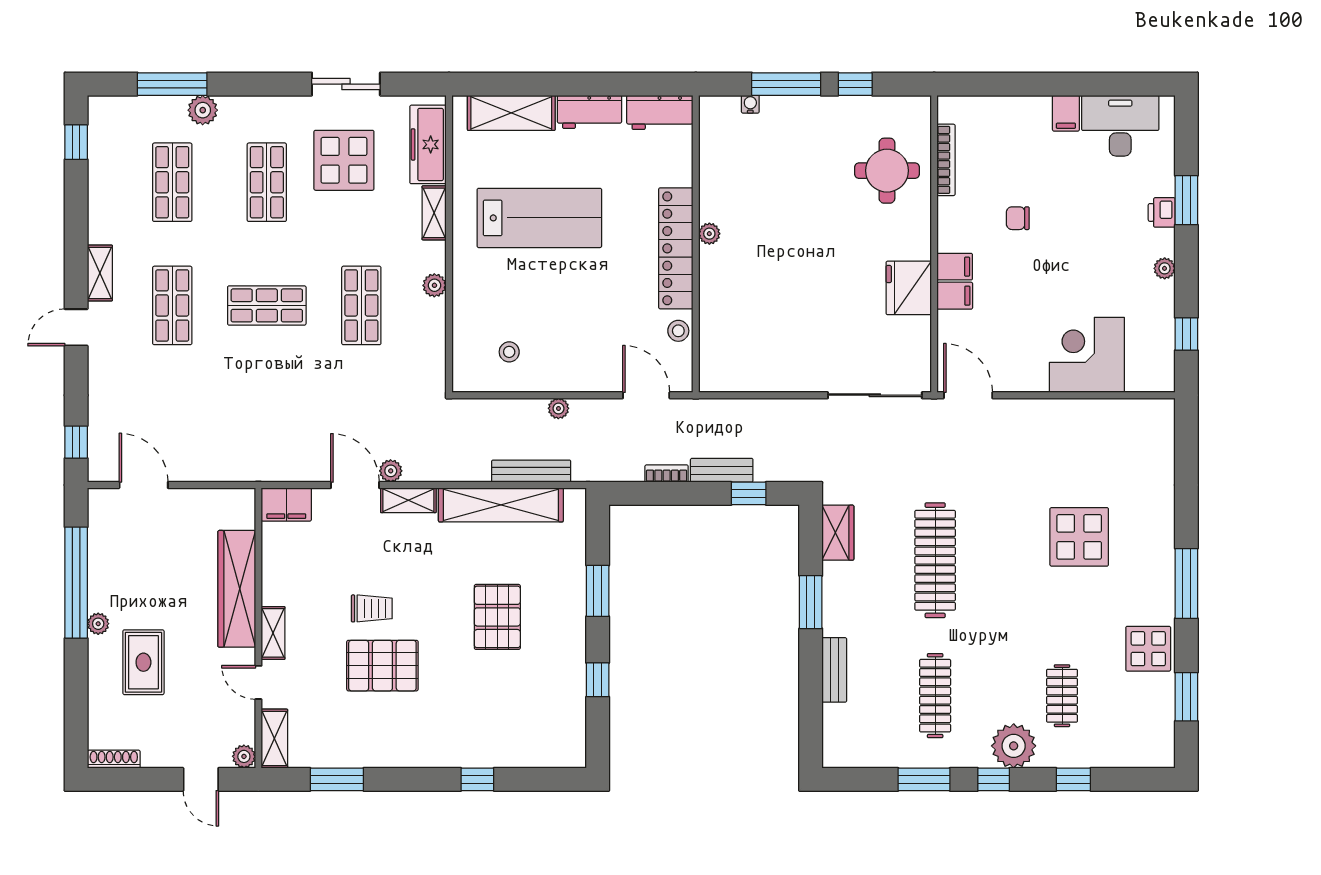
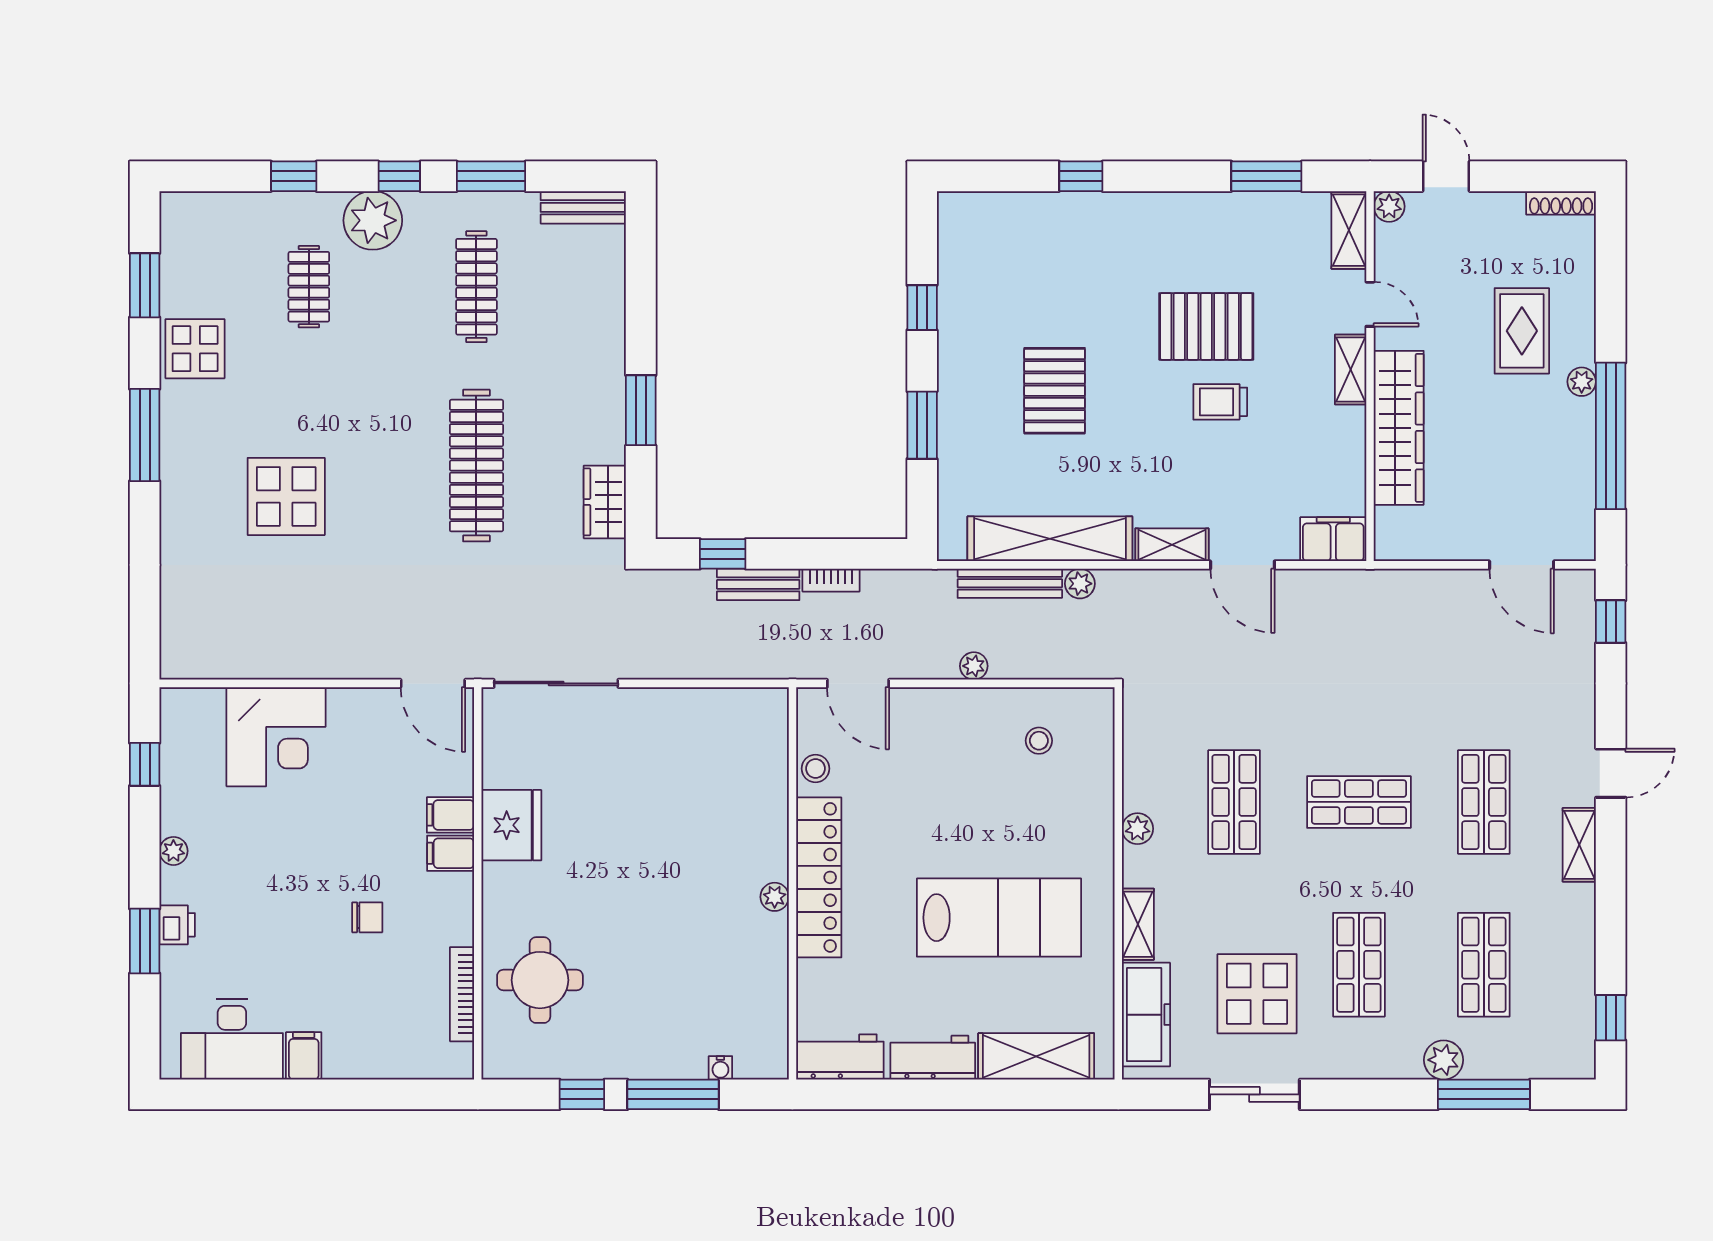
lab bench: (539, 218) -> (999, 918), turned 180
plant: (391, 471) -> (1080, 584), moved
bench: (834, 670) -> (583, 207), moved, turned 90

